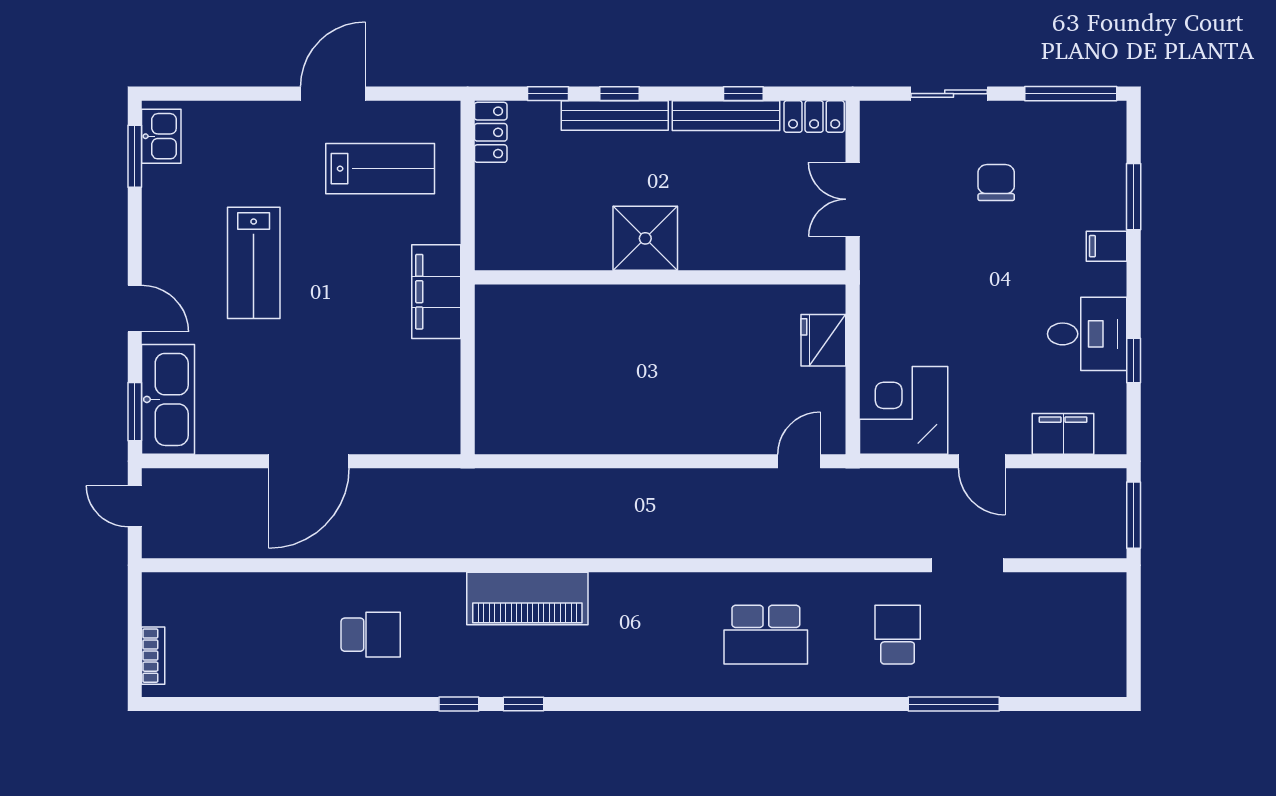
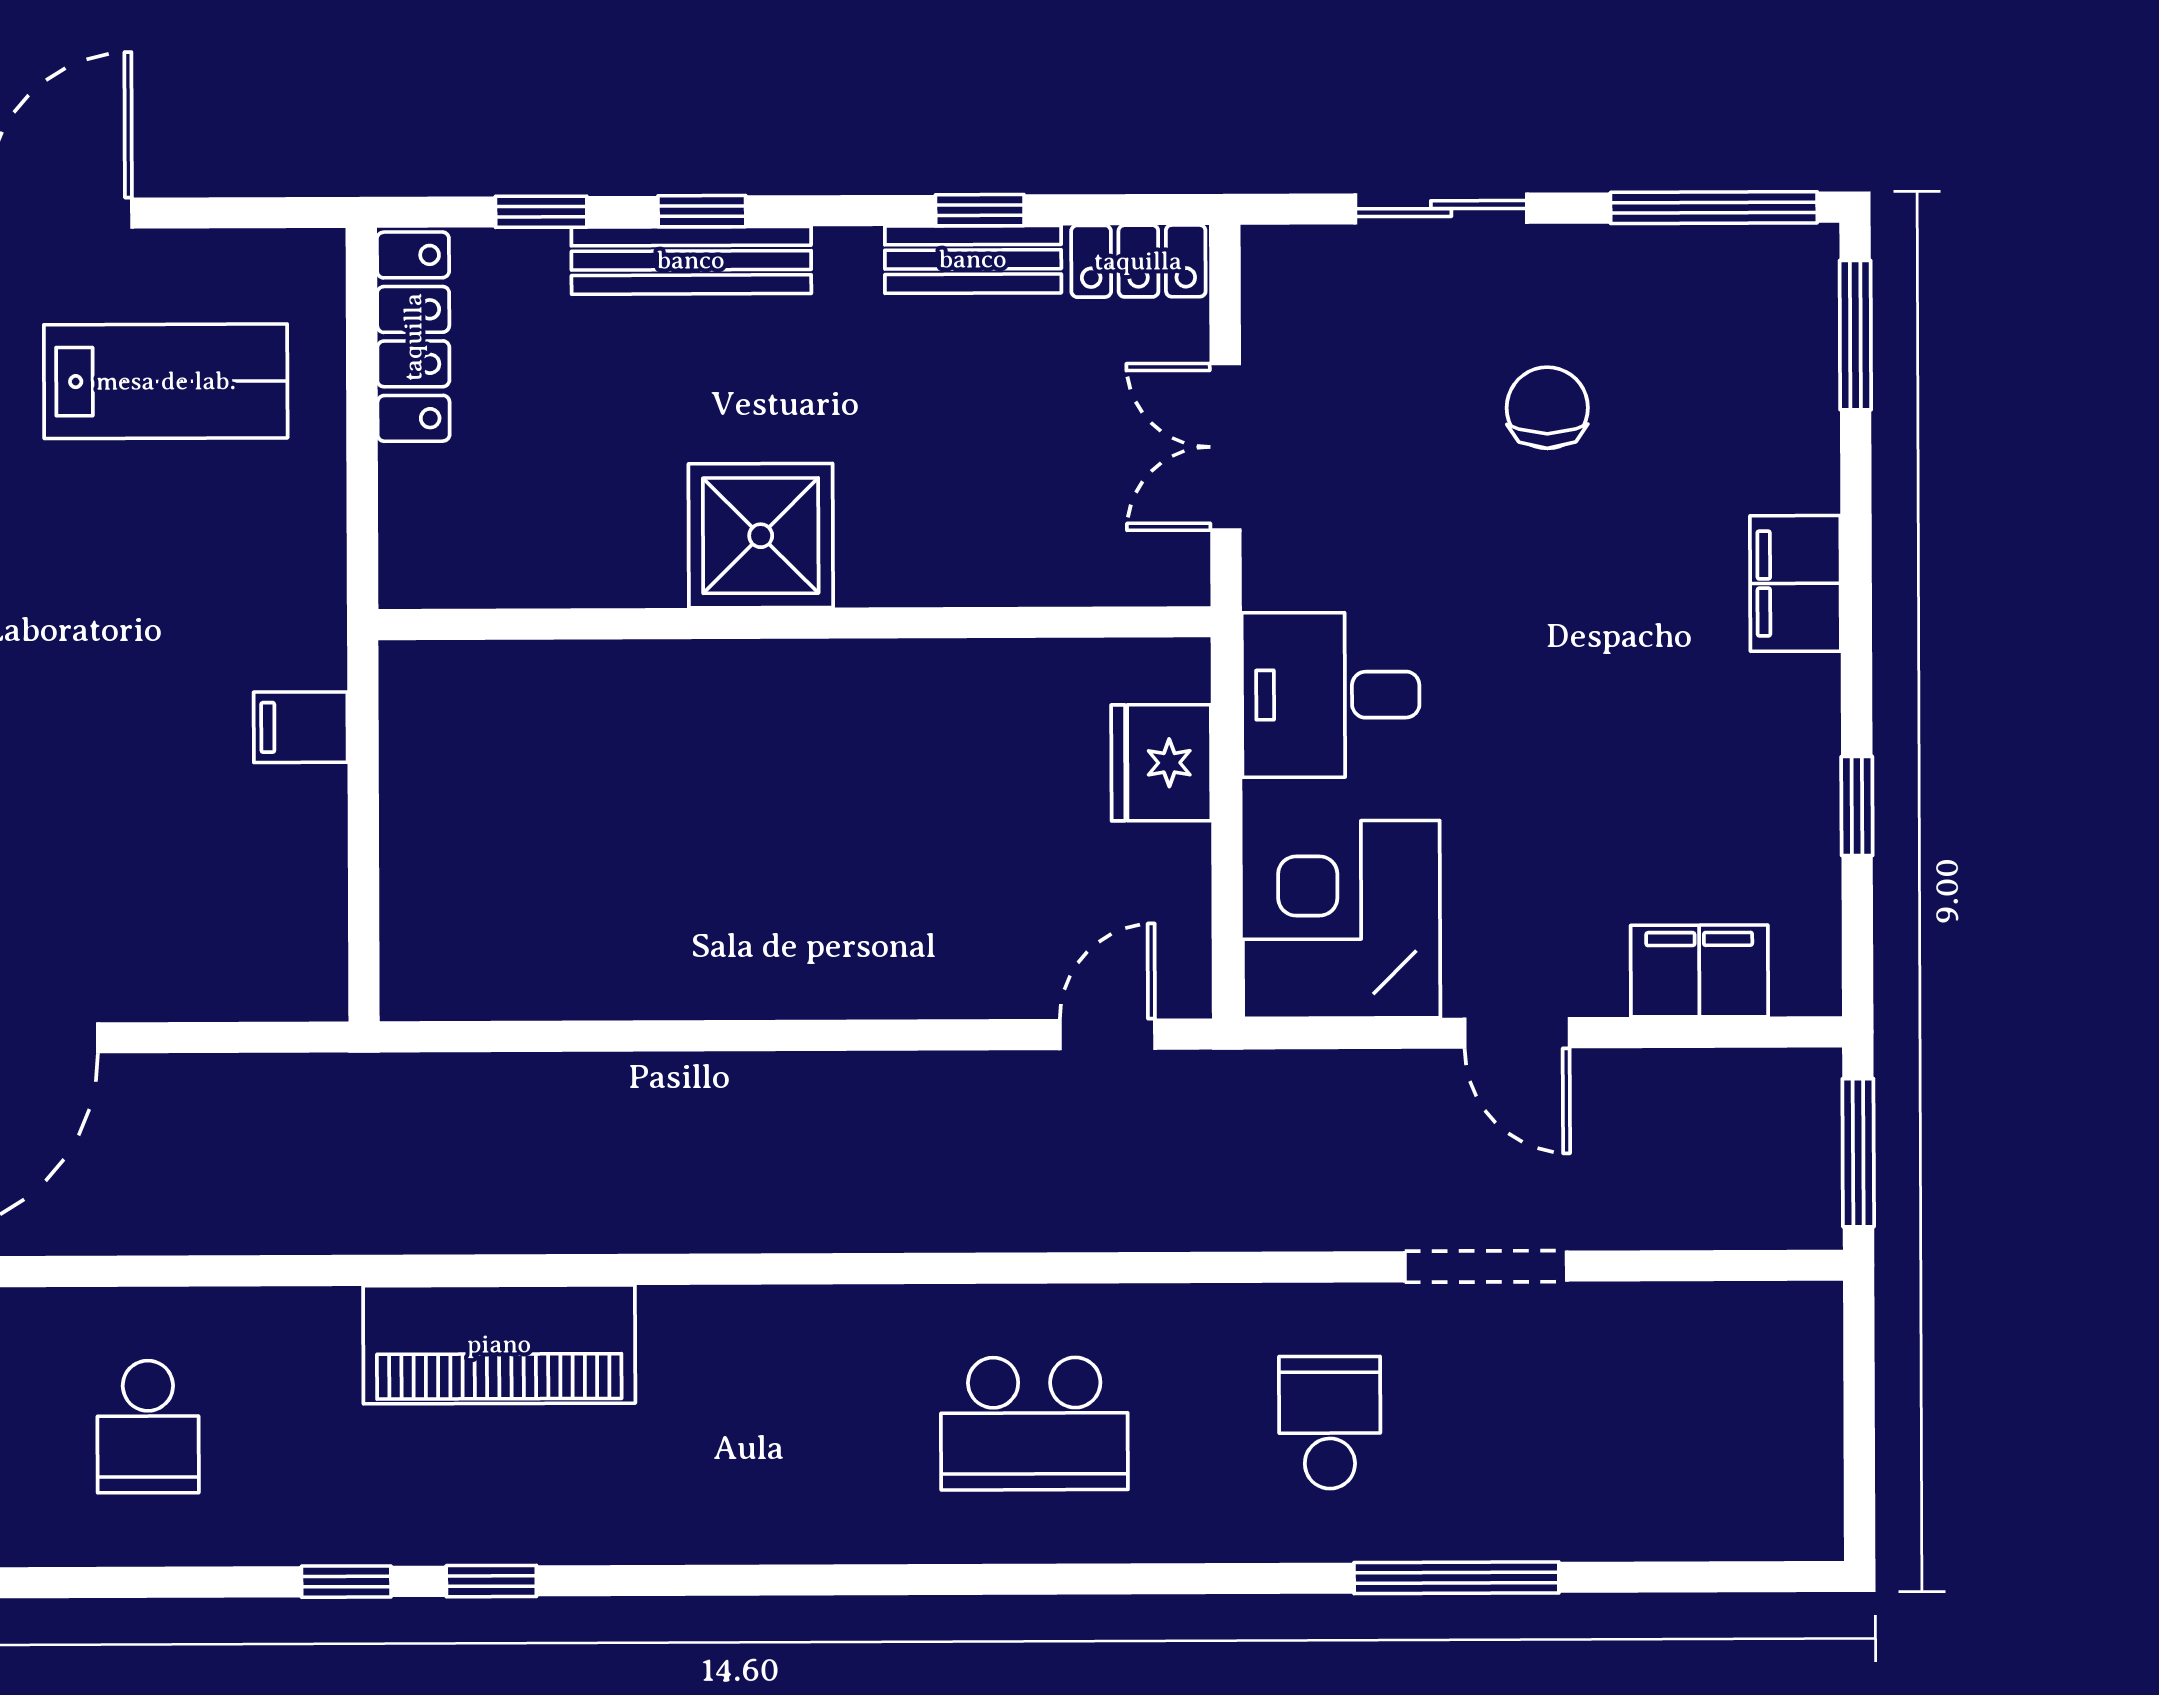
bench: (726, 116) -> (973, 259), width x0.73
locker: (491, 132) -> (413, 337), width x1.53
window: (1134, 197) -> (1855, 335), moved
filing cabinet: (1106, 246) -> (1795, 583), width x2.00
filing cabinet: (436, 292) -> (301, 727), width x0.33, depth x0.86
desk: (1087, 334) -> (1331, 695), moved, turned 180
school desk: (371, 635) -> (148, 1427), turned 90

